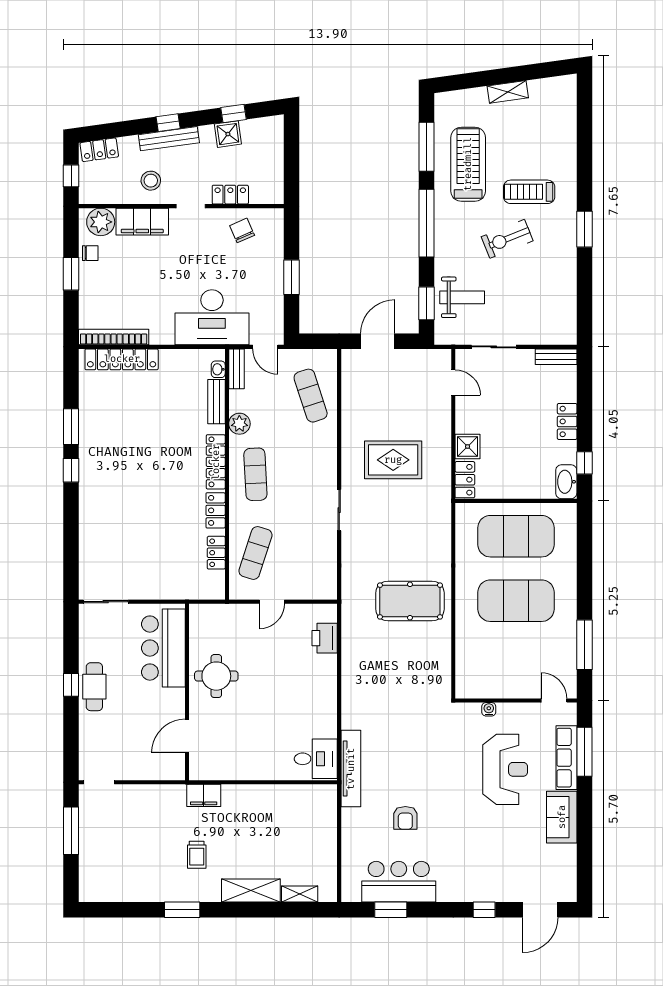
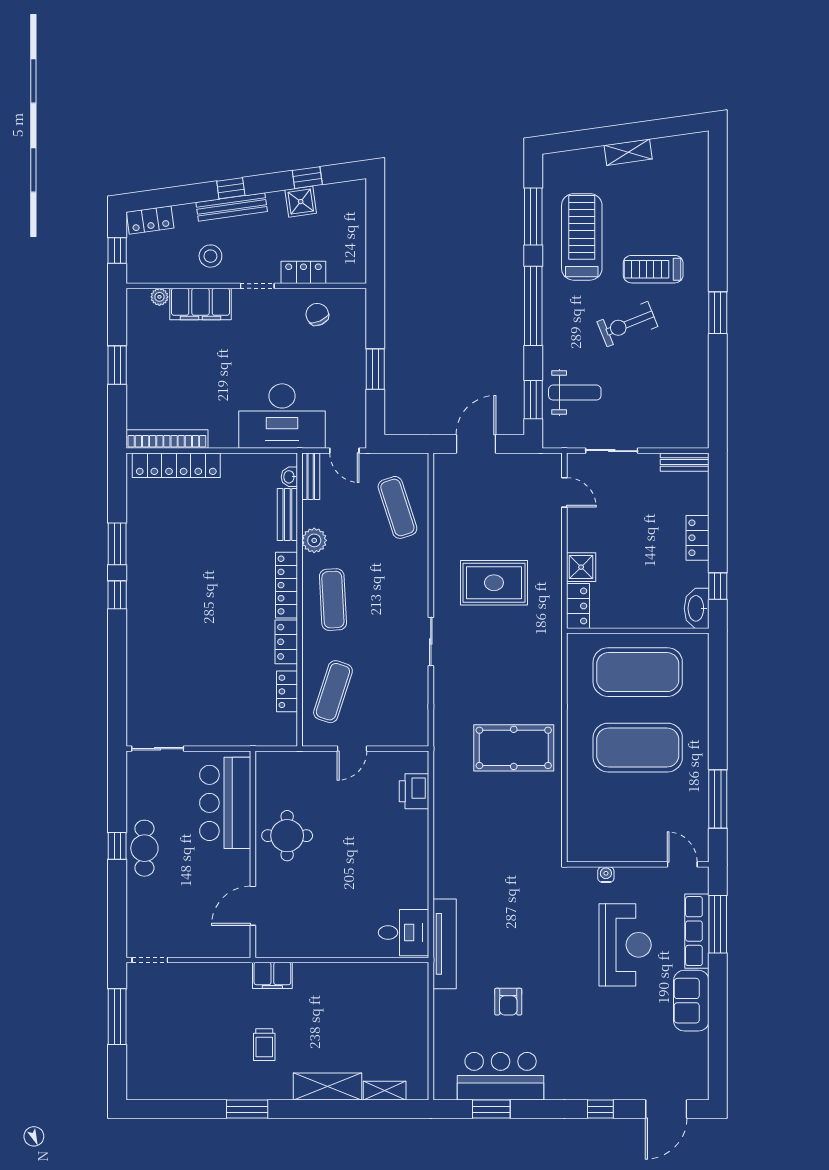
plant: (101, 222) -> (159, 297), width x0.53, depth x0.53
chair: (90, 253) -> (140, 341), removed

